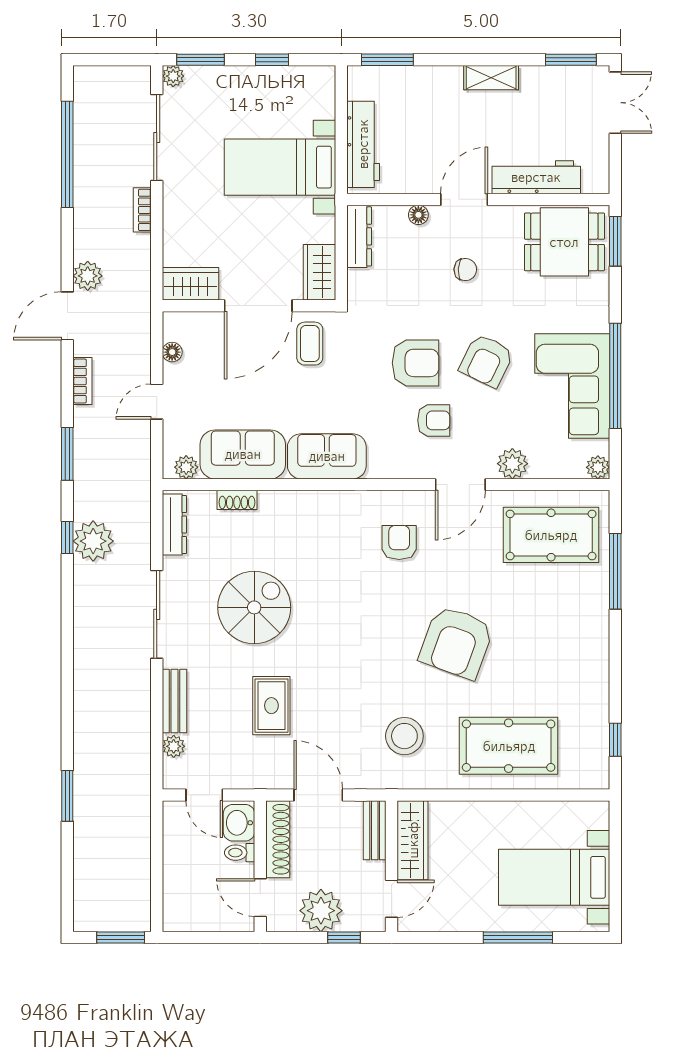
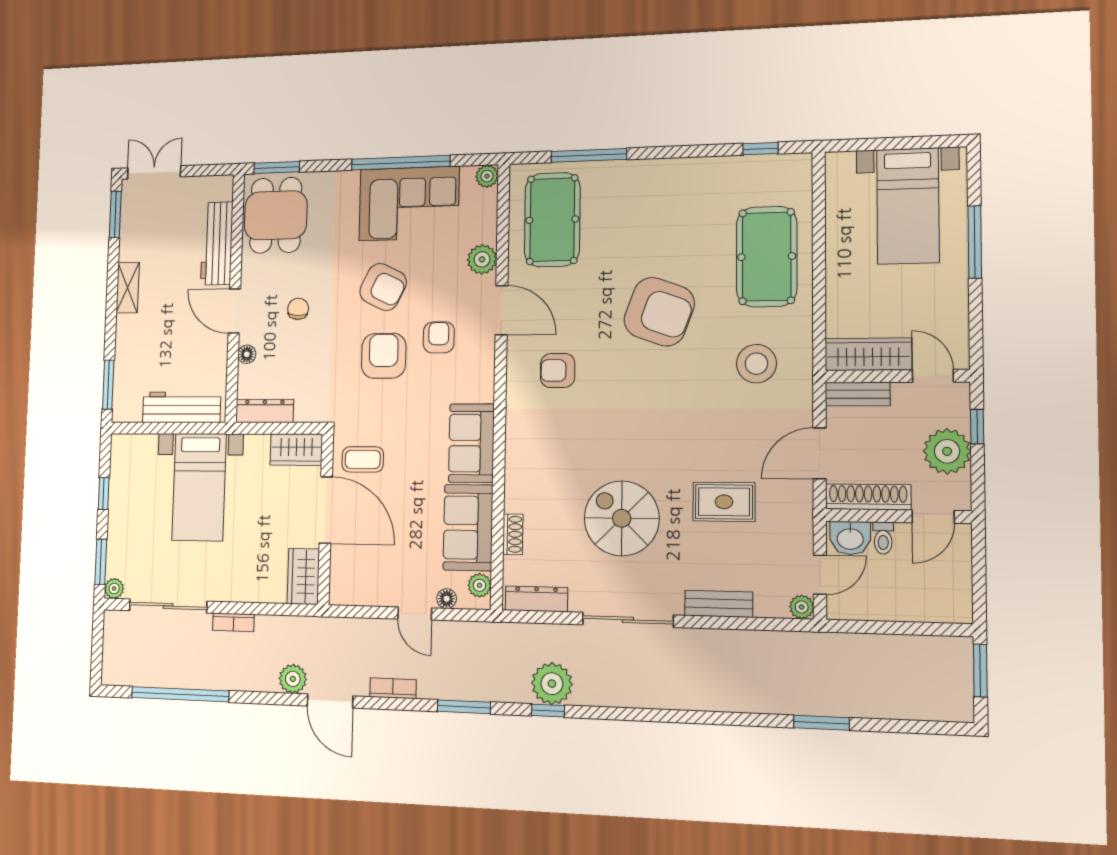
floor lamp: (172, 352) -> (447, 599), moved
plant: (174, 746) -> (802, 607), moved

